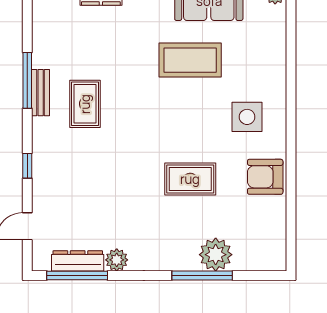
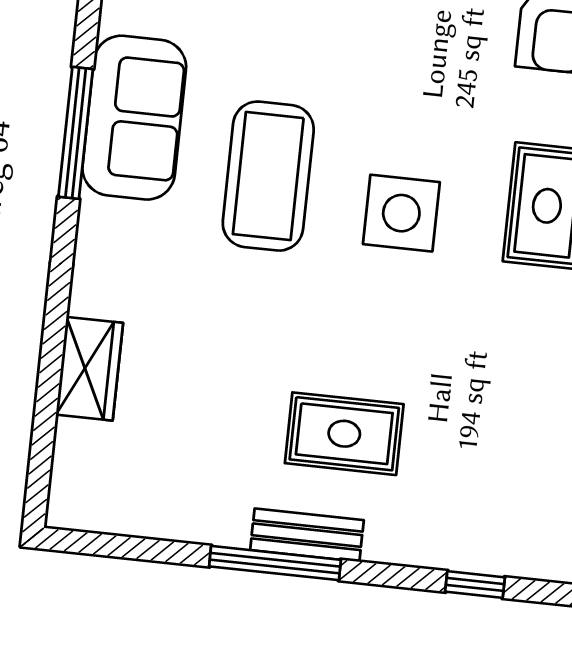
side table: (247, 117) -> (401, 213), moved

